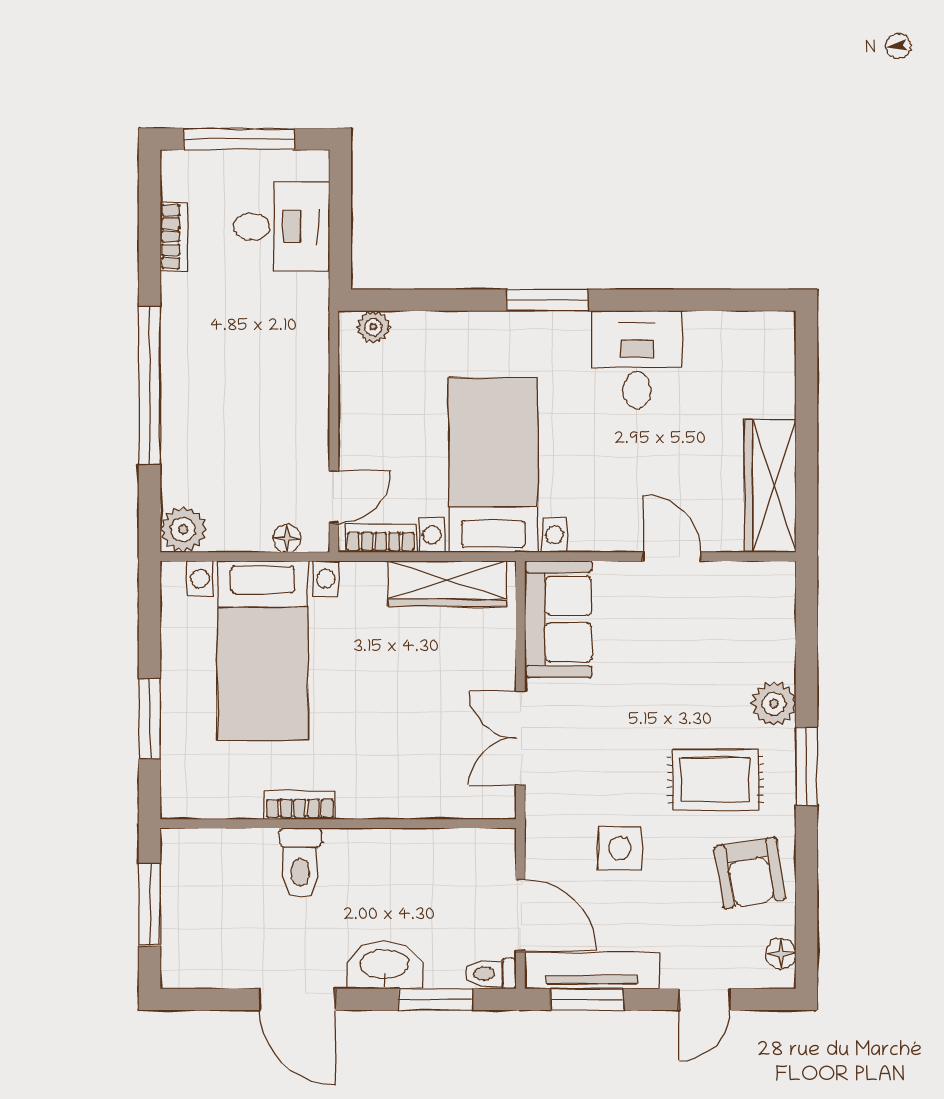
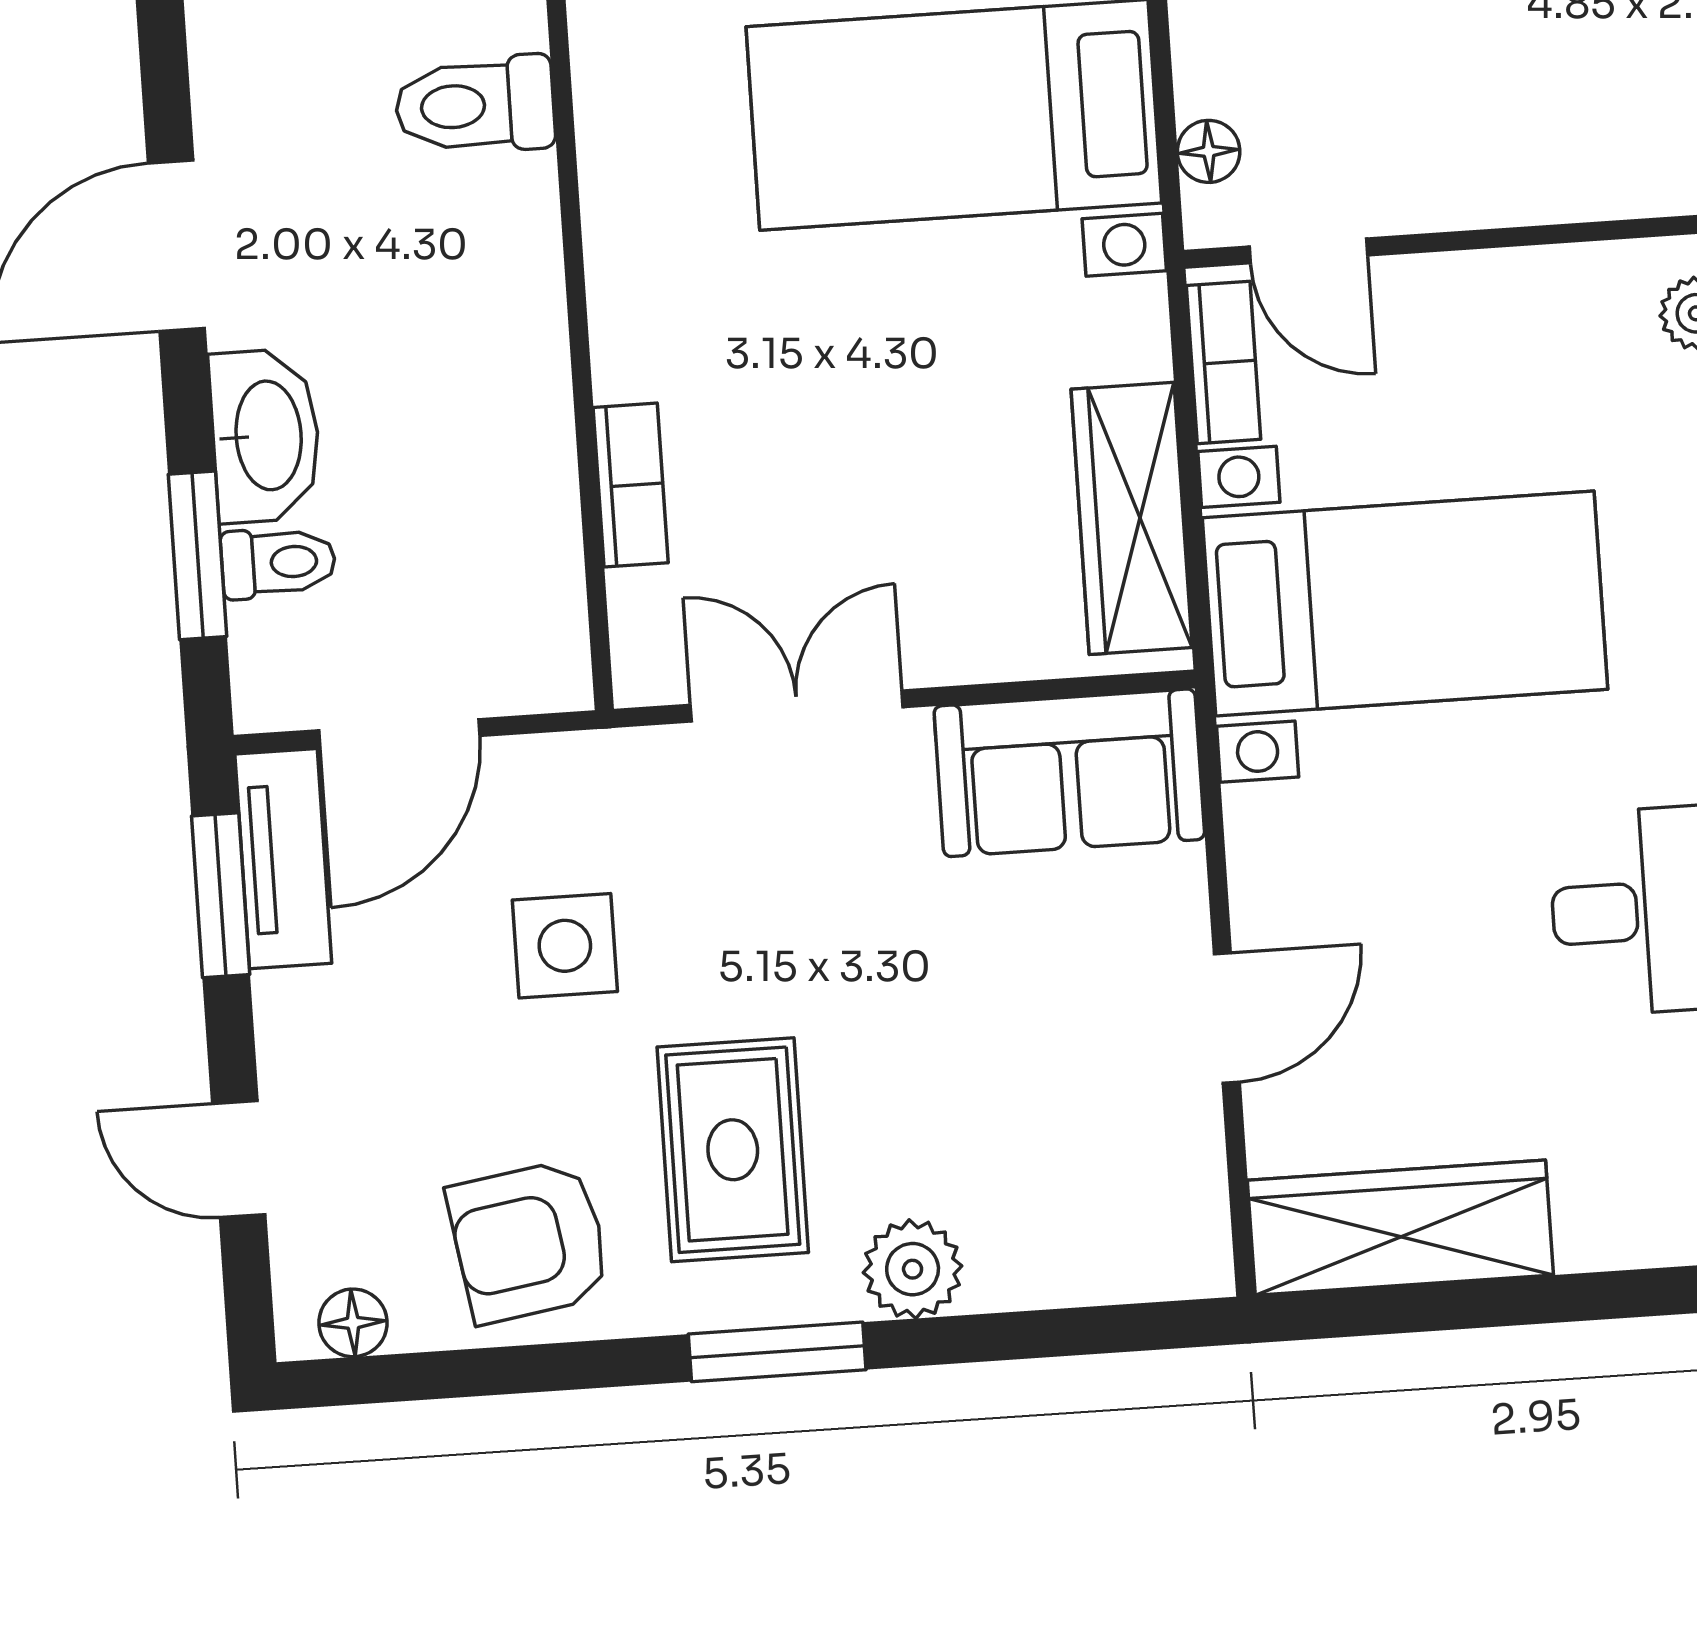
bookcase: (300, 805) -> (631, 485), moved
toilet: (300, 863) -> (475, 105), moved
tv unit: (592, 970) -> (283, 859), width x0.71
toilet: (491, 973) -> (278, 563), moved, turned 90

